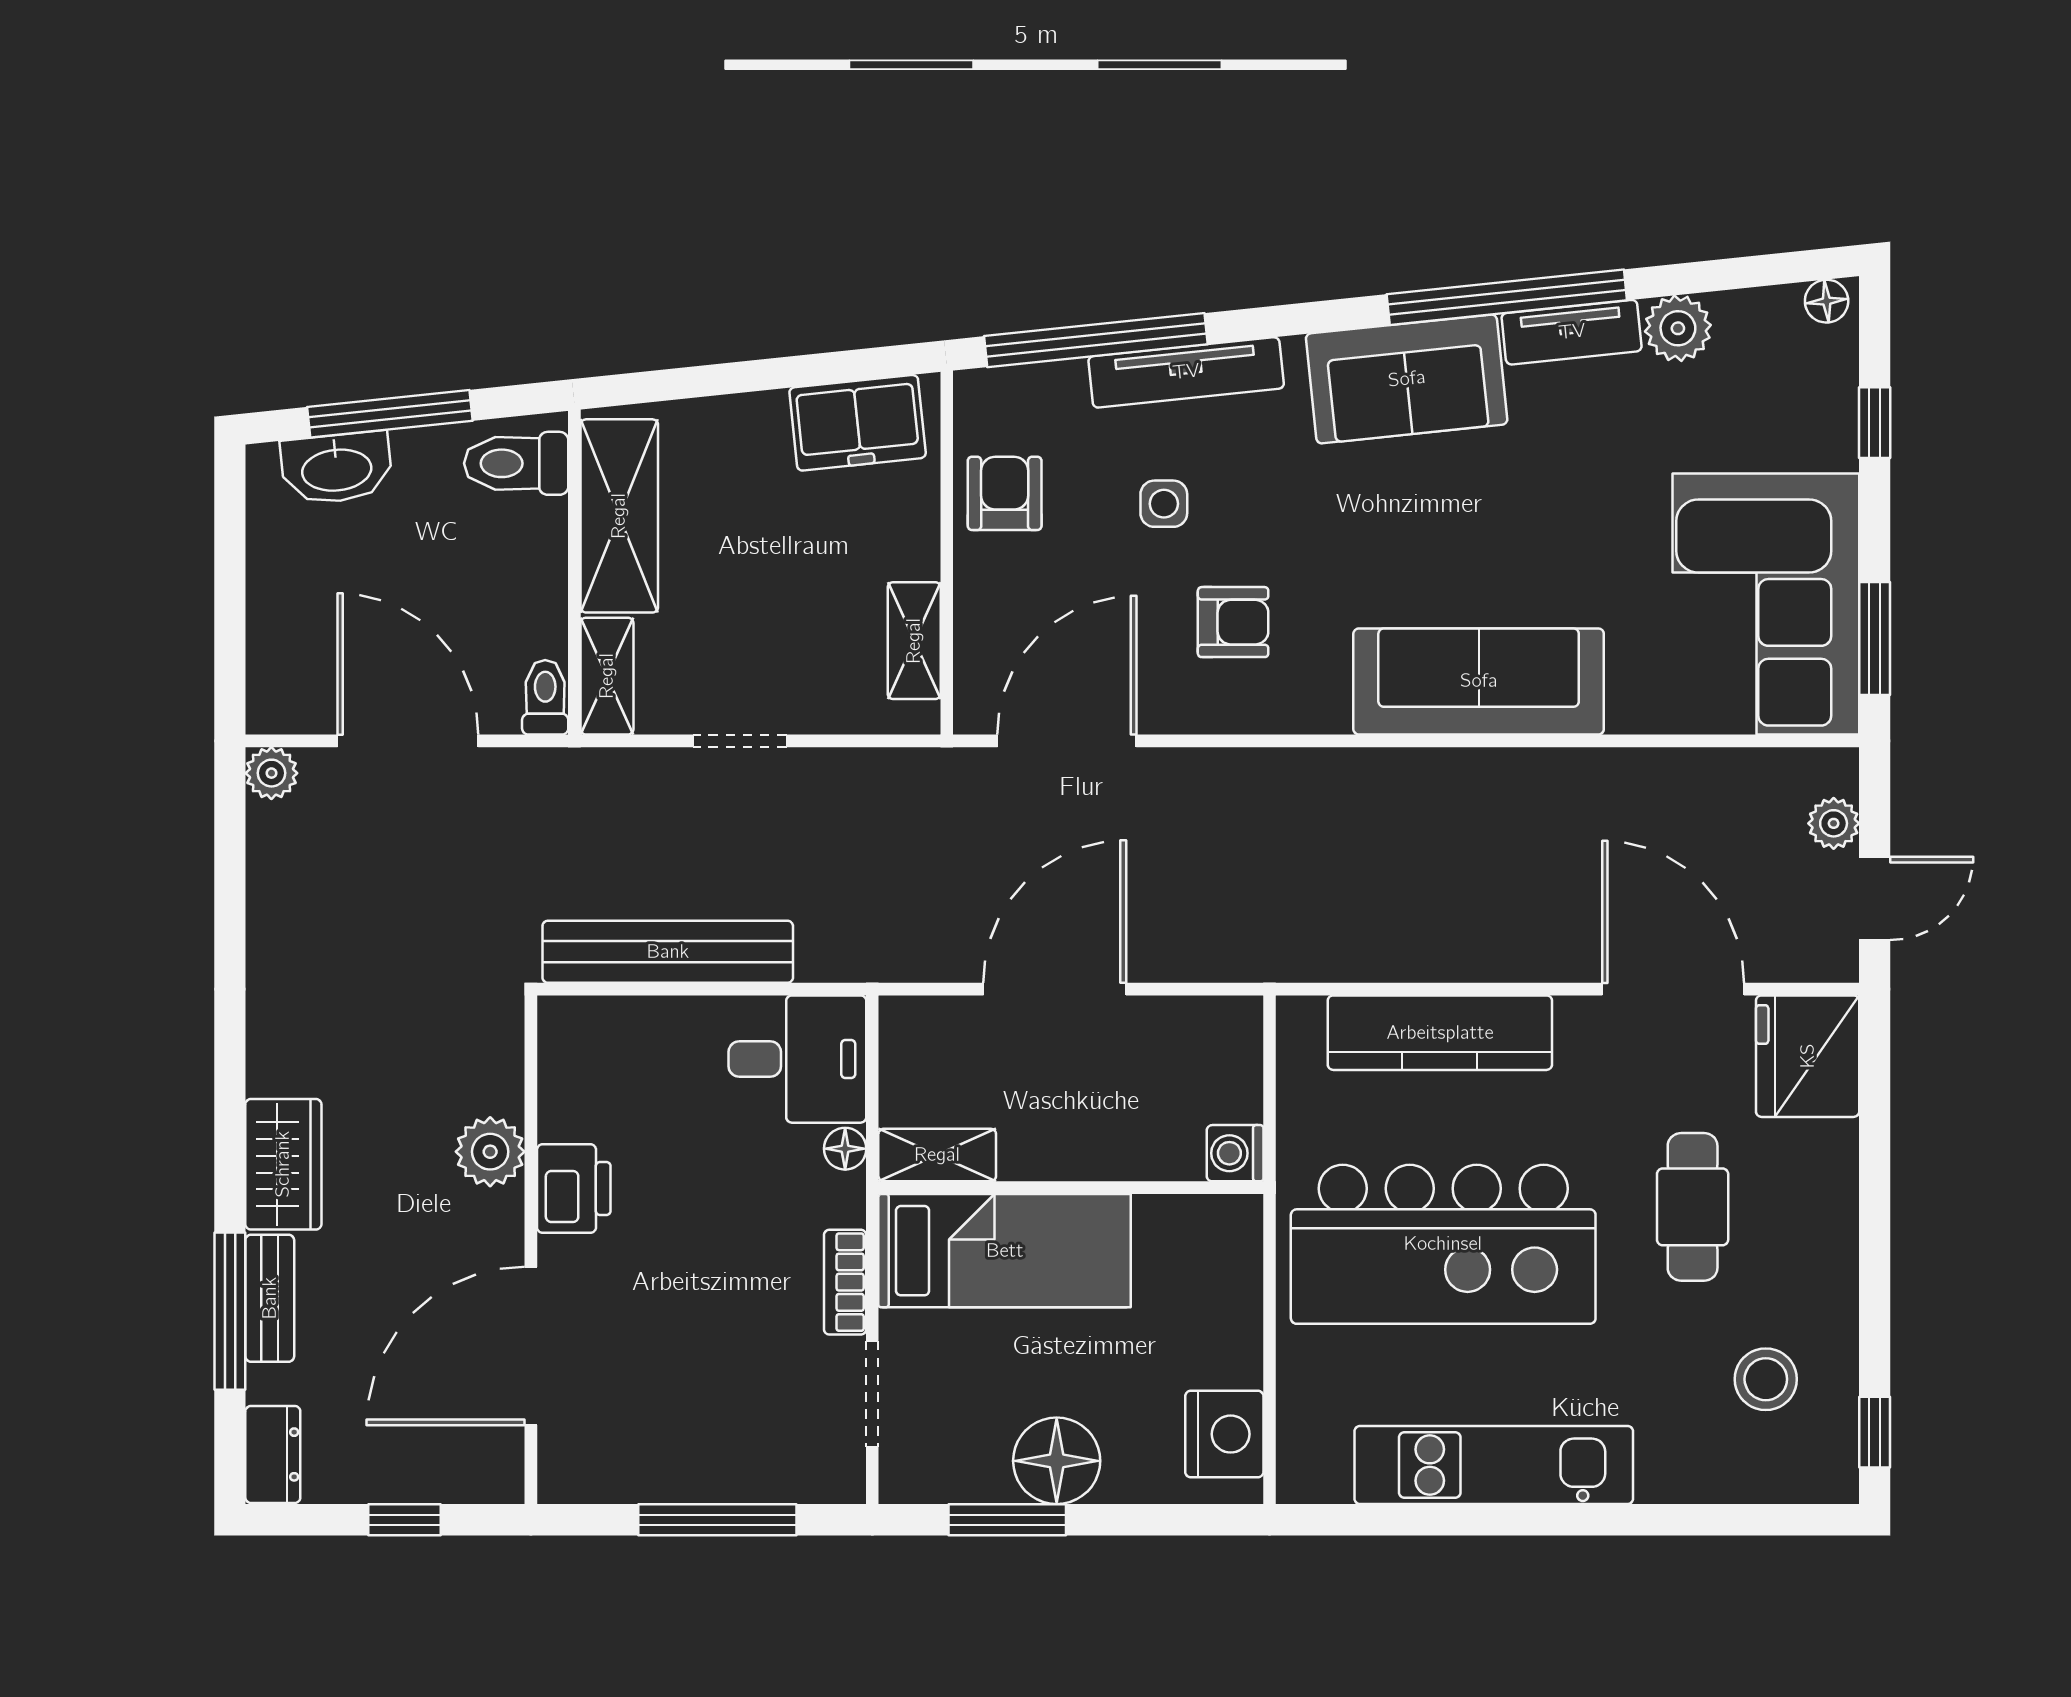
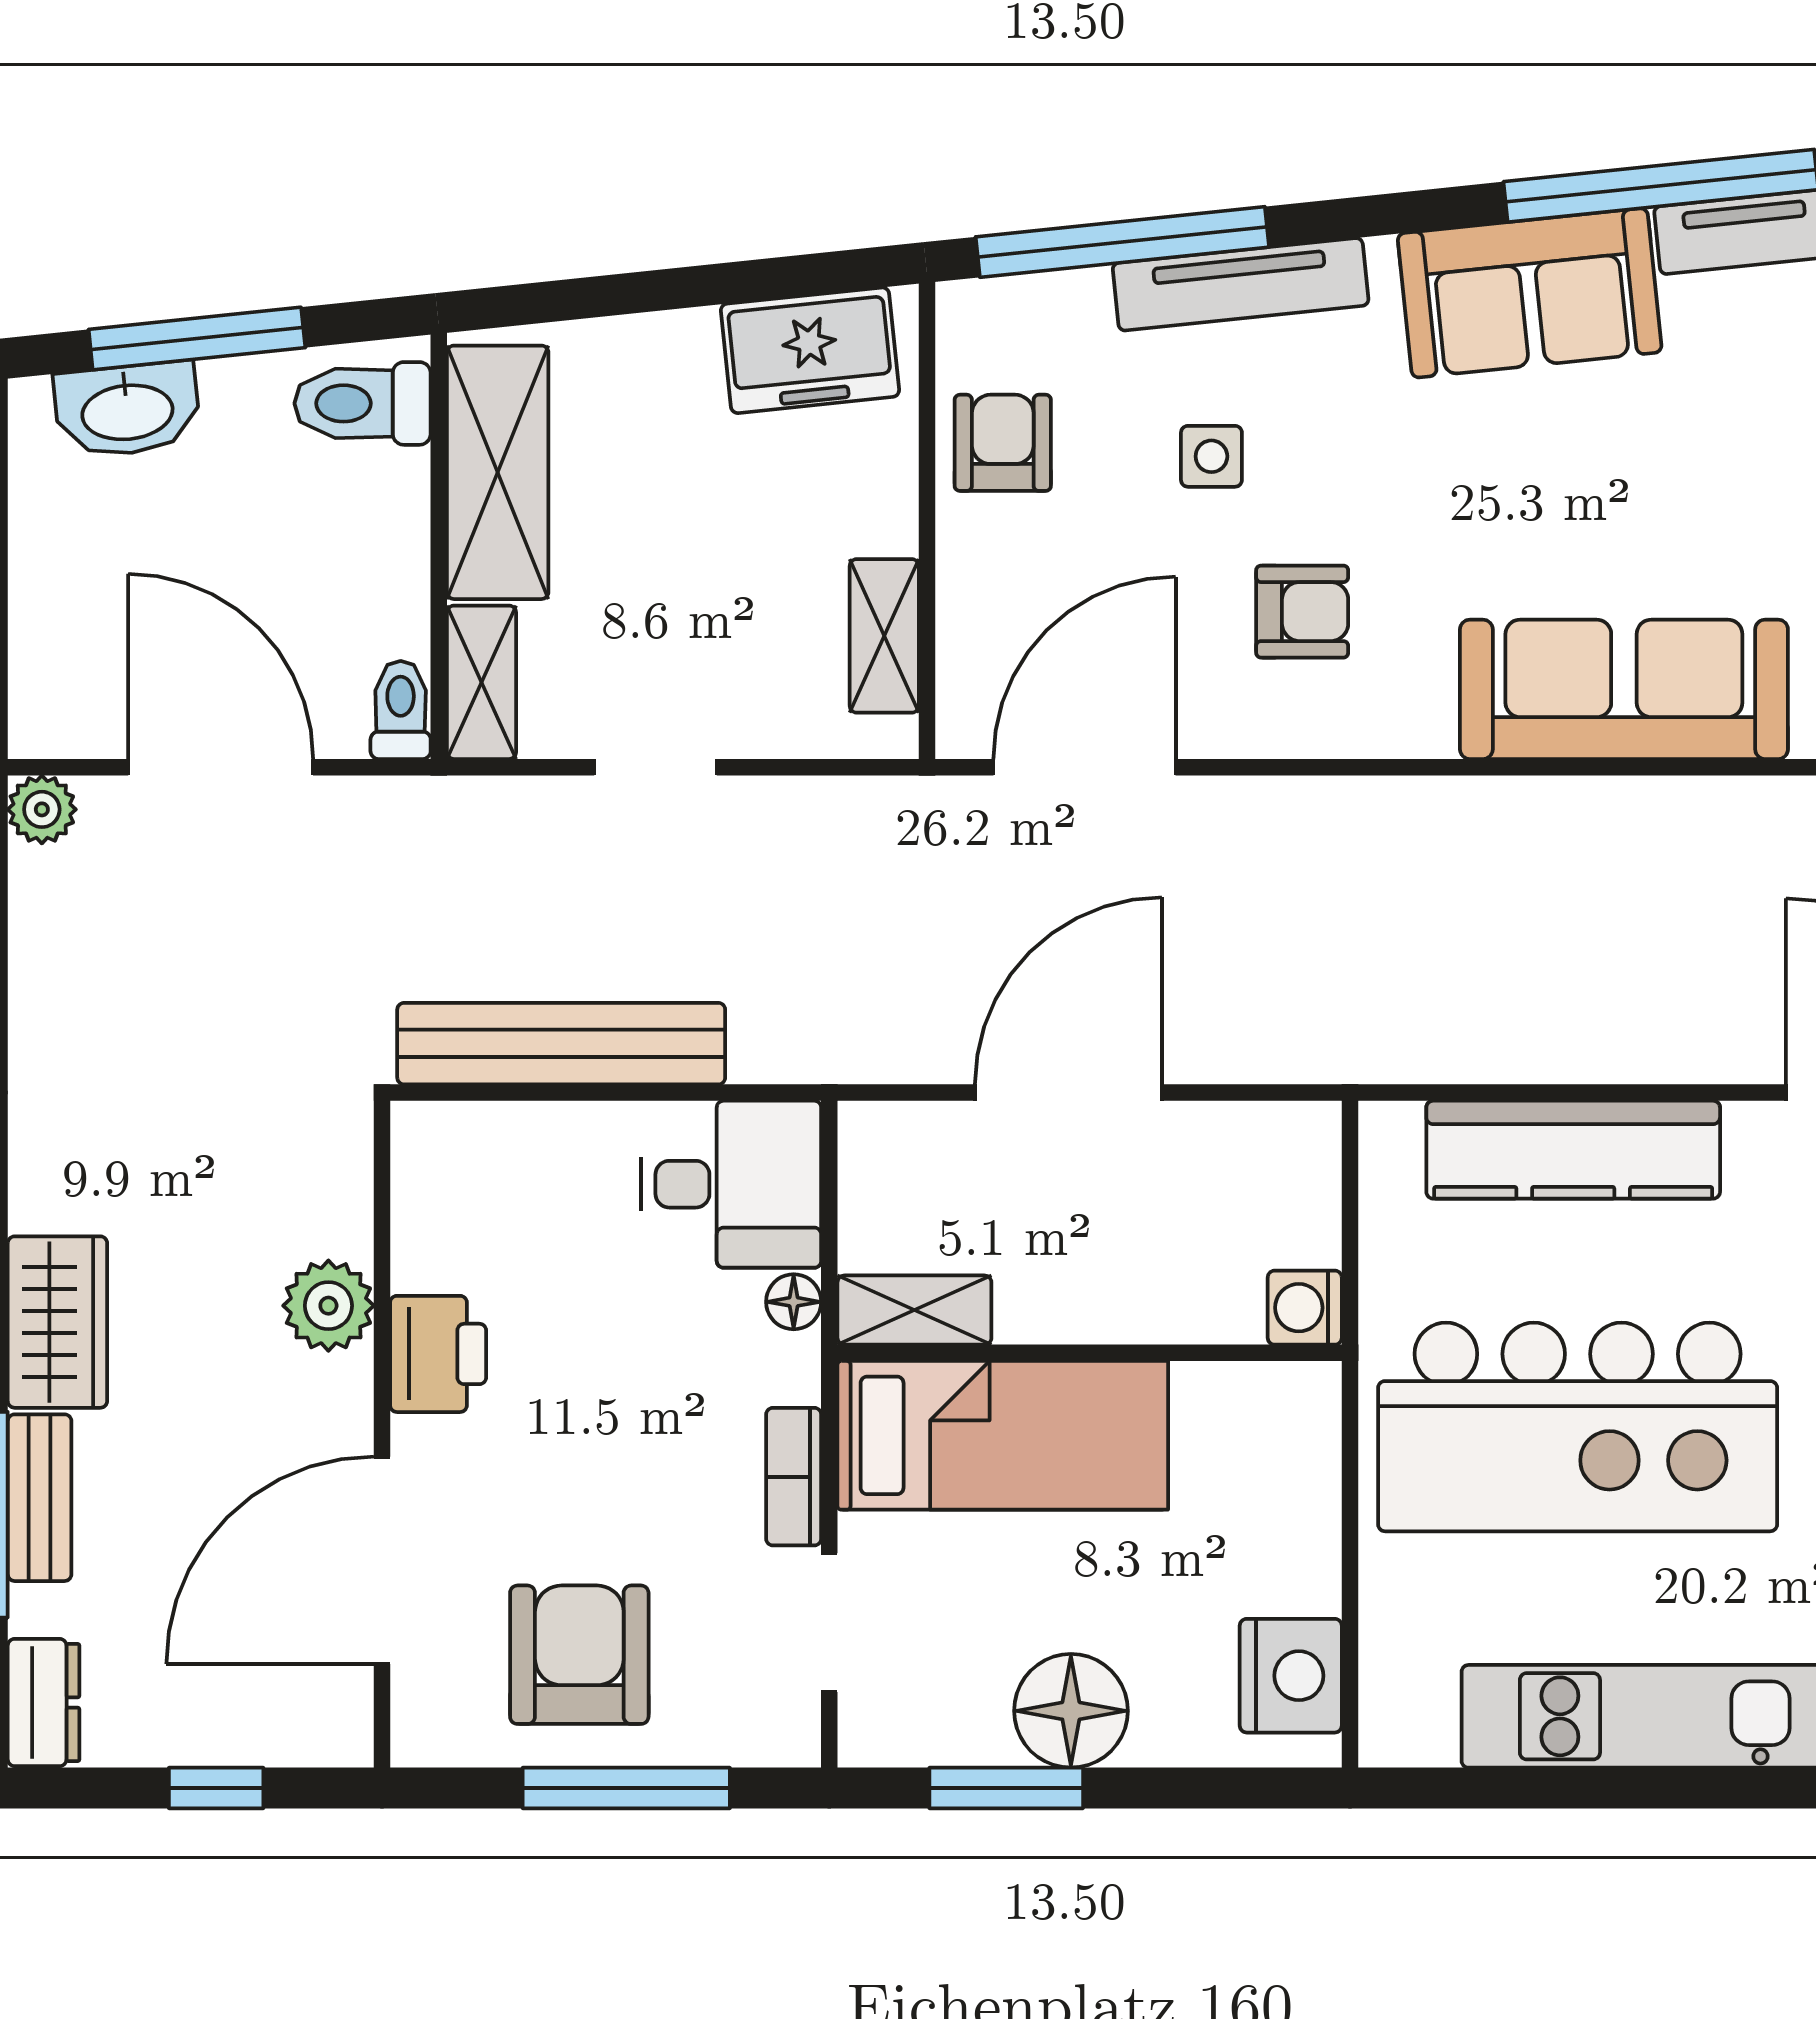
armchair: (682, 1418) -> (579, 1655), added

